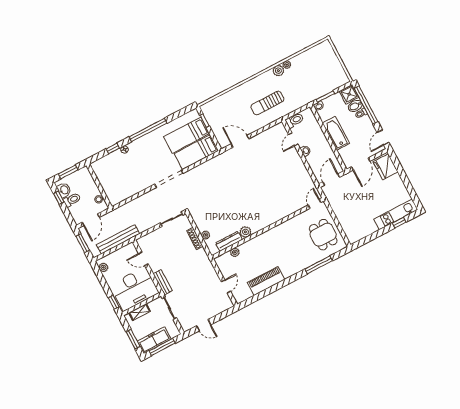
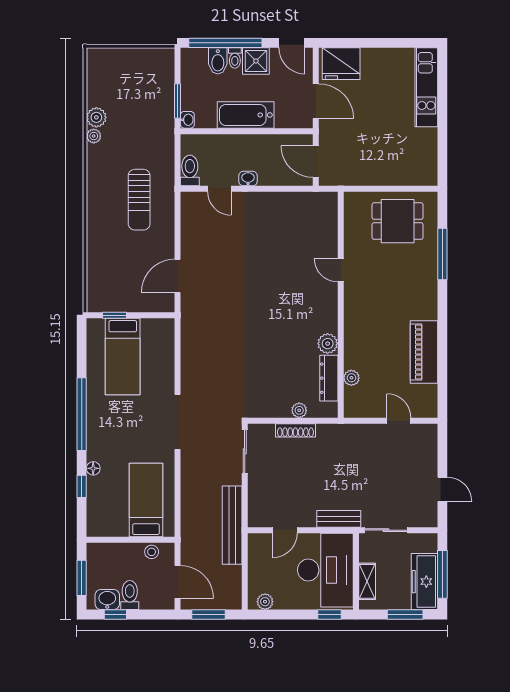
plant: (278, 71) -> (96, 117), moved
shower: (349, 94) -> (256, 61), moved
bed: (196, 152) -> (146, 500), moved, turned 180
door: (314, 204) -> (341, 270), moved
window: (399, 223) -> (442, 89), removed
bench: (118, 239) -> (232, 525), moved
door: (204, 325) -> (442, 489), hinge flipped

